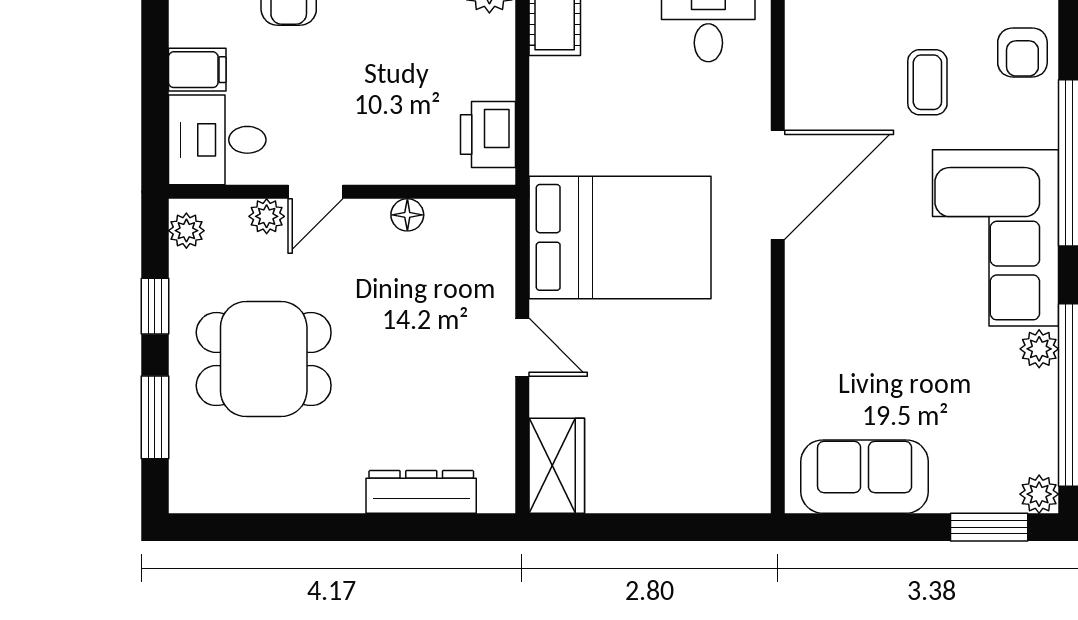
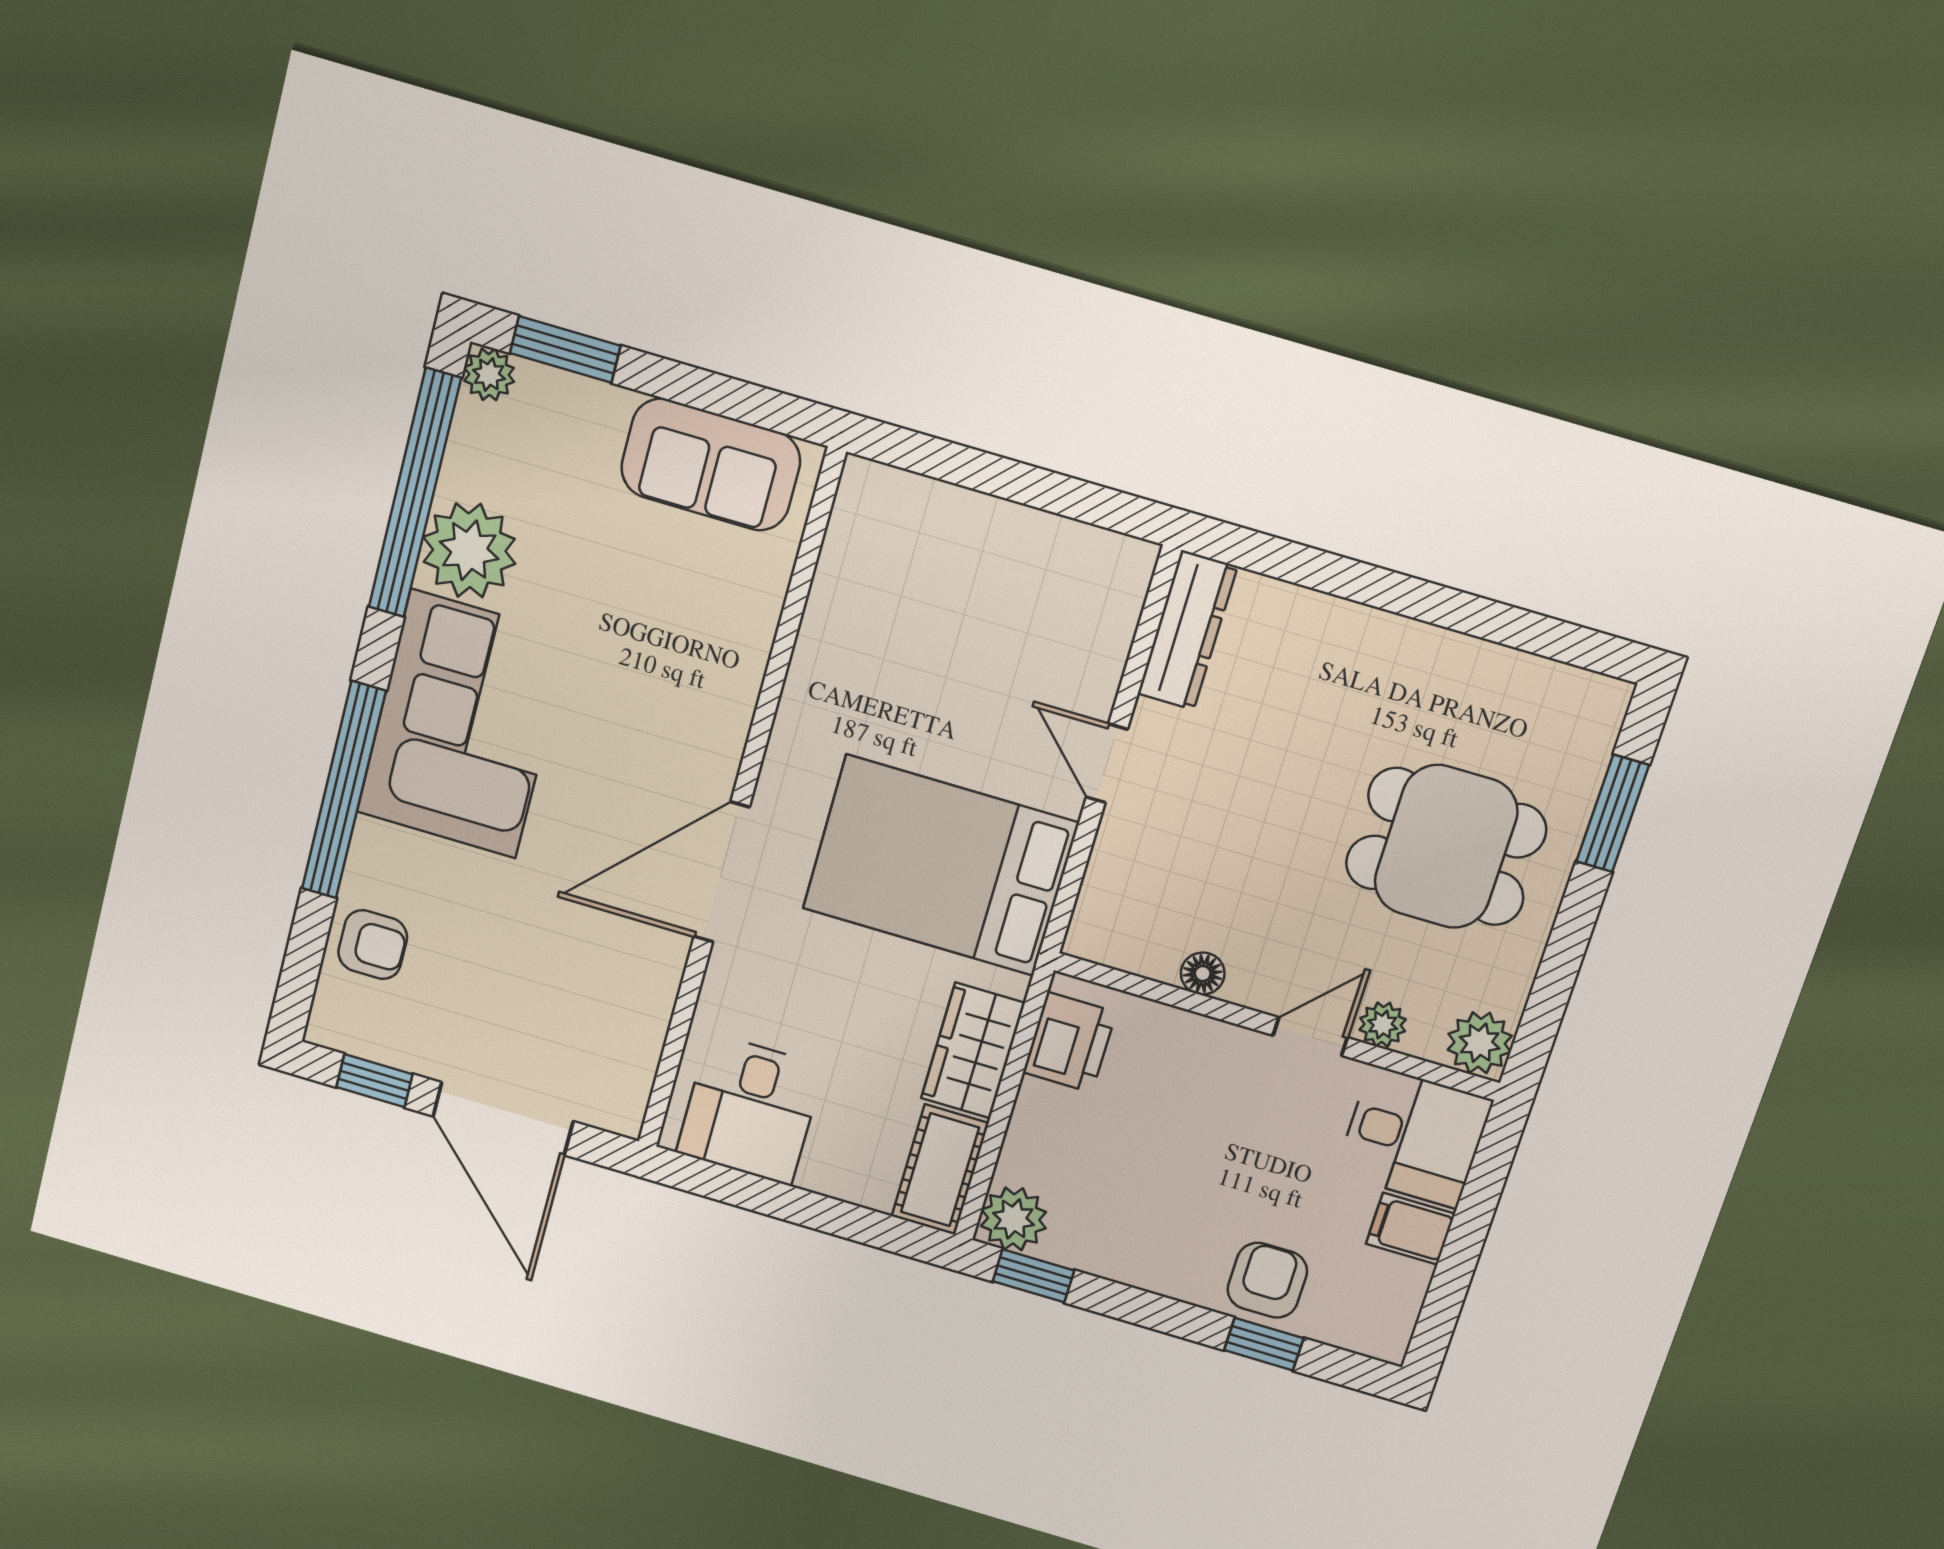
armchair: (1022, 52) -> (373, 945), turned 90
coffee table: (927, 82) -> (500, 943), removed
plant: (186, 231) -> (1480, 1043), width x1.38, depth x1.38
window: (155, 306) -> (1564, 955), removed
plant: (1039, 349) -> (469, 550), width x1.87, depth x1.87
wardrobe: (557, 466) -> (973, 1051), moved
dresser: (421, 492) -> (1187, 630), moved, turned -90

